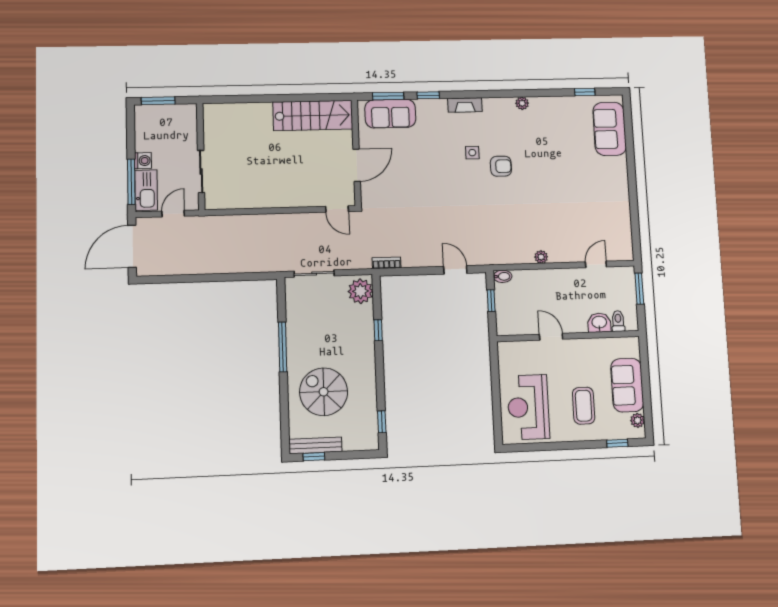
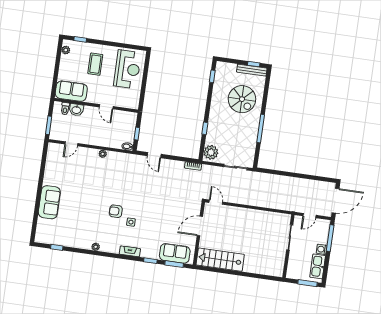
sofa: (610, 129) -> (49, 202), moved
kitchen sink: (146, 190) -> (318, 266), moved
sofa: (627, 385) -> (71, 91), moved, turned -90

